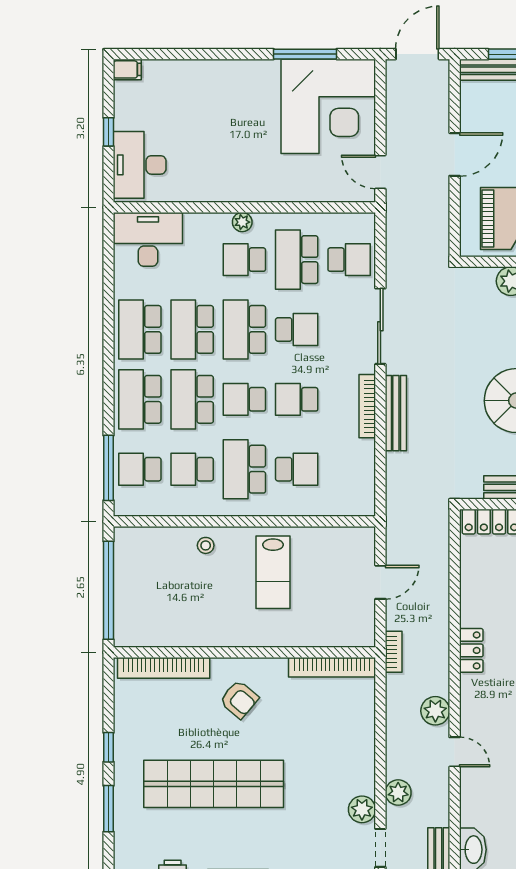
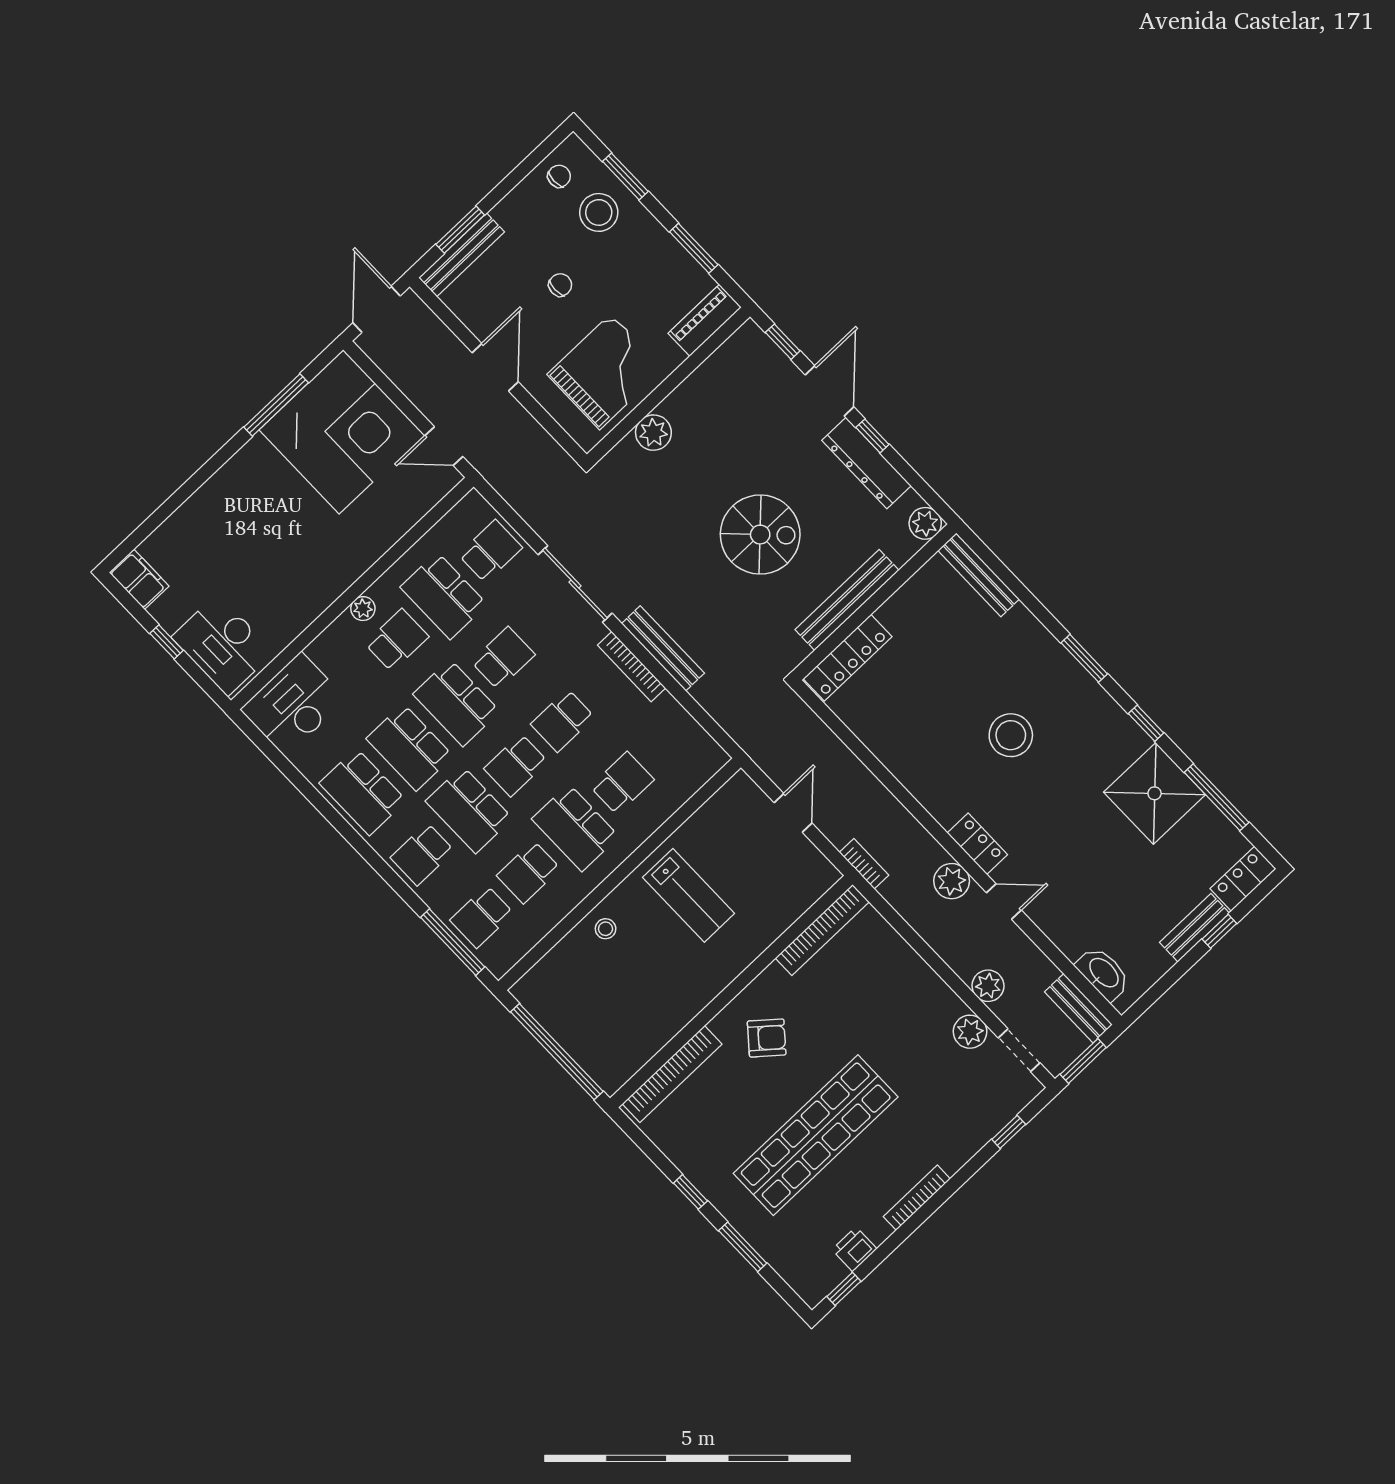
filing cabinet: (127, 69) -> (139, 579), width x2.00
school desk: (244, 260) -> (397, 640), turned 180
school desk: (140, 399) -> (422, 854), width x0.54
locker: (471, 650) -> (977, 844), moved

